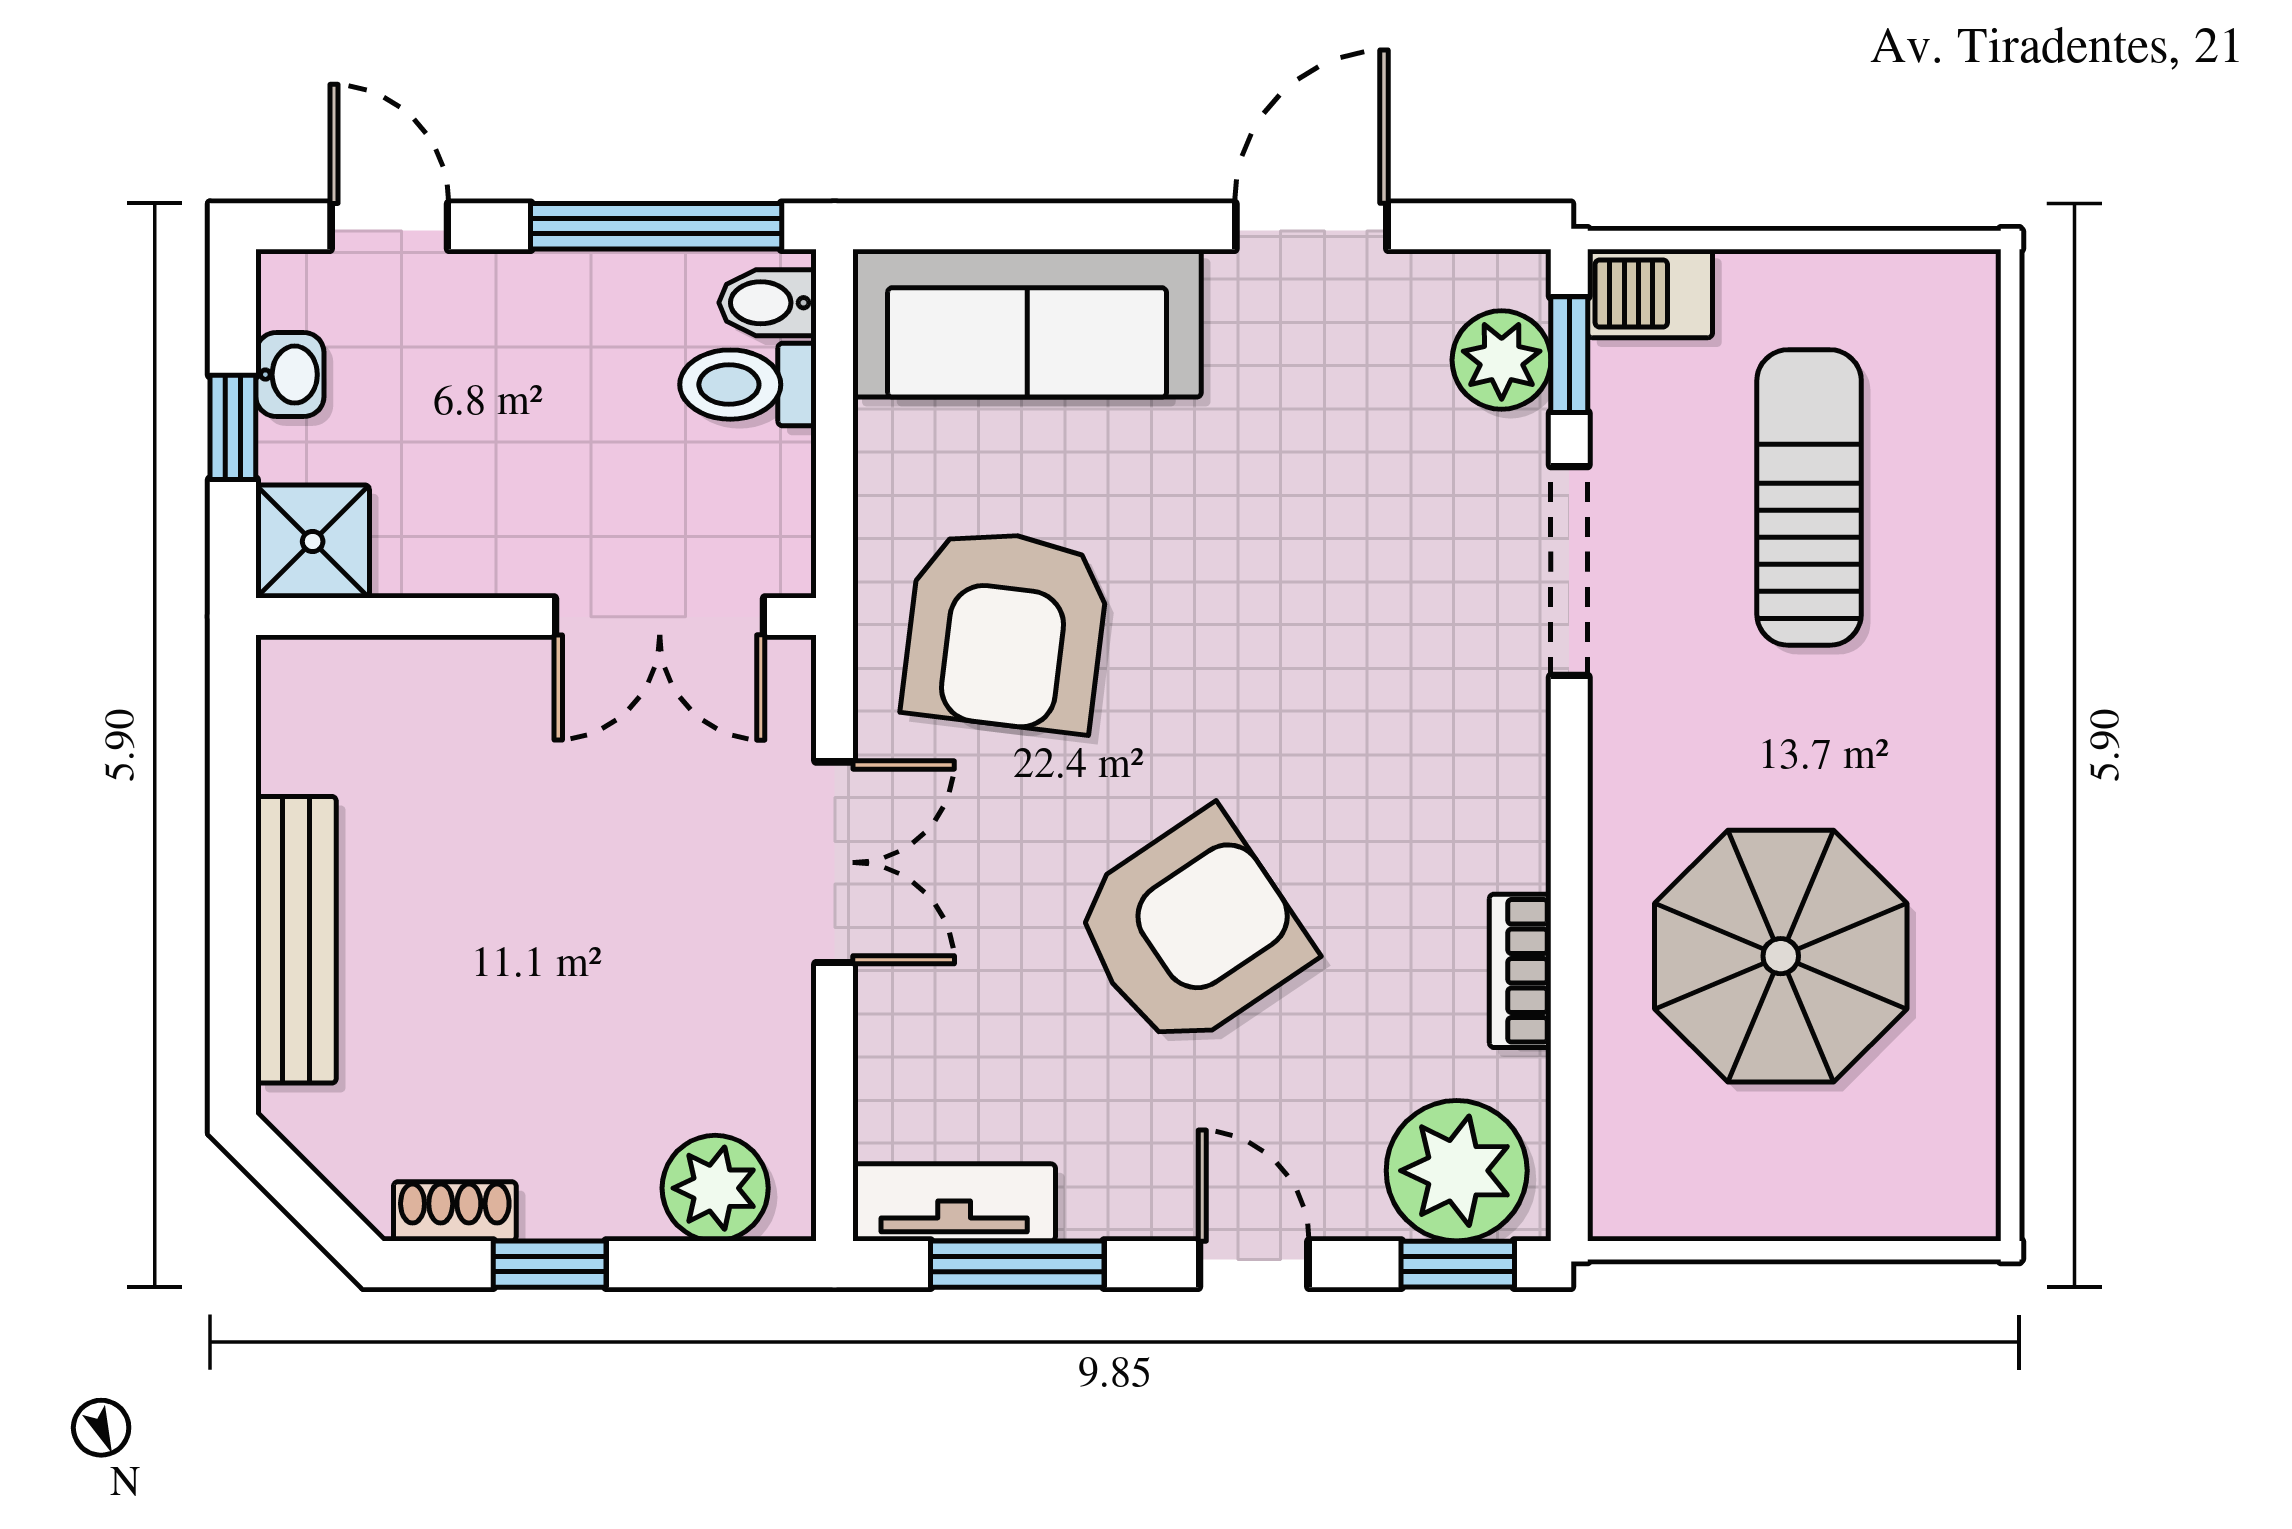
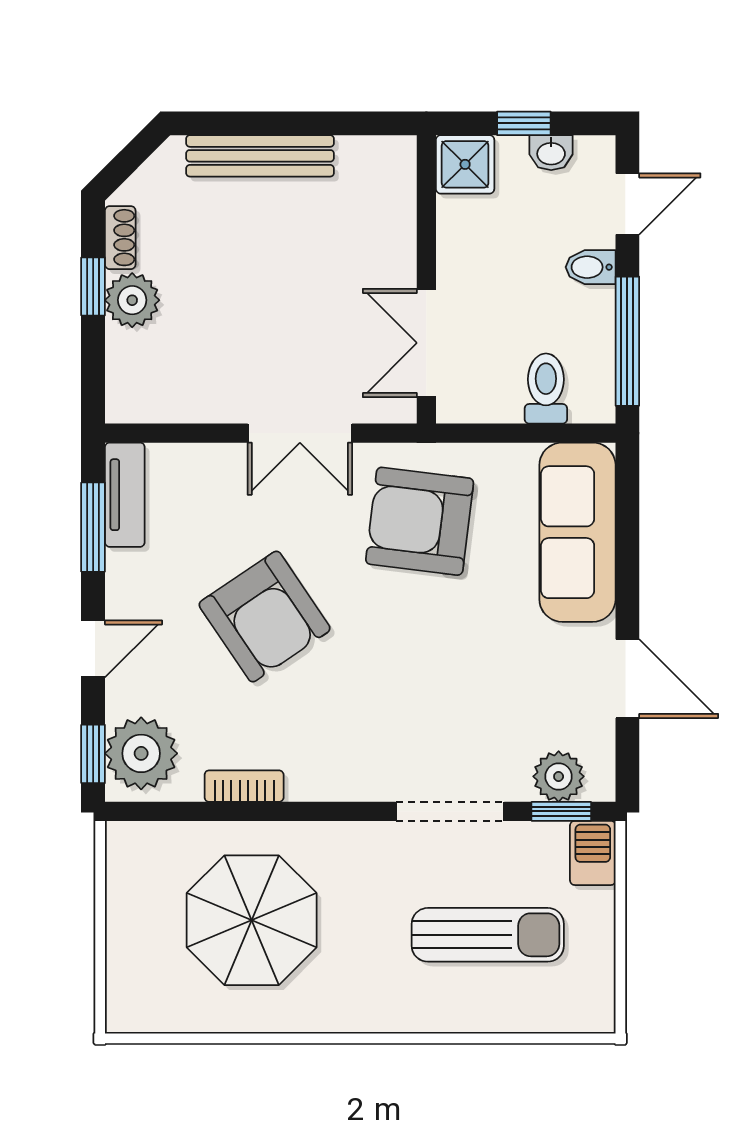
bidet: (768, 303) -> (591, 267), moved, turned -90
plant: (715, 1188) -> (132, 300), moved

